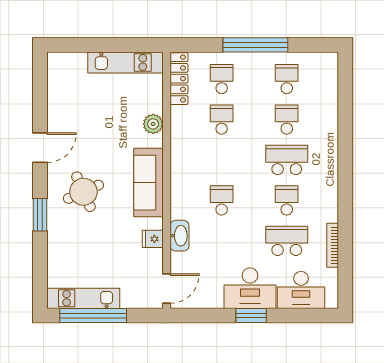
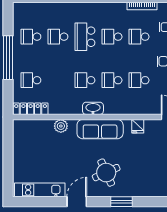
kitchen unit: (125, 62) -> (40, 190), moved, turned -90
school desk: (222, 120) -> (85, 80), moved
door: (40, 148) -> (77, 202), hinge flipped
washbasin: (179, 236) -> (93, 108), moved
school desk: (222, 241) -> (139, 80), added
school desk: (287, 241) -> (139, 37), width x0.54

